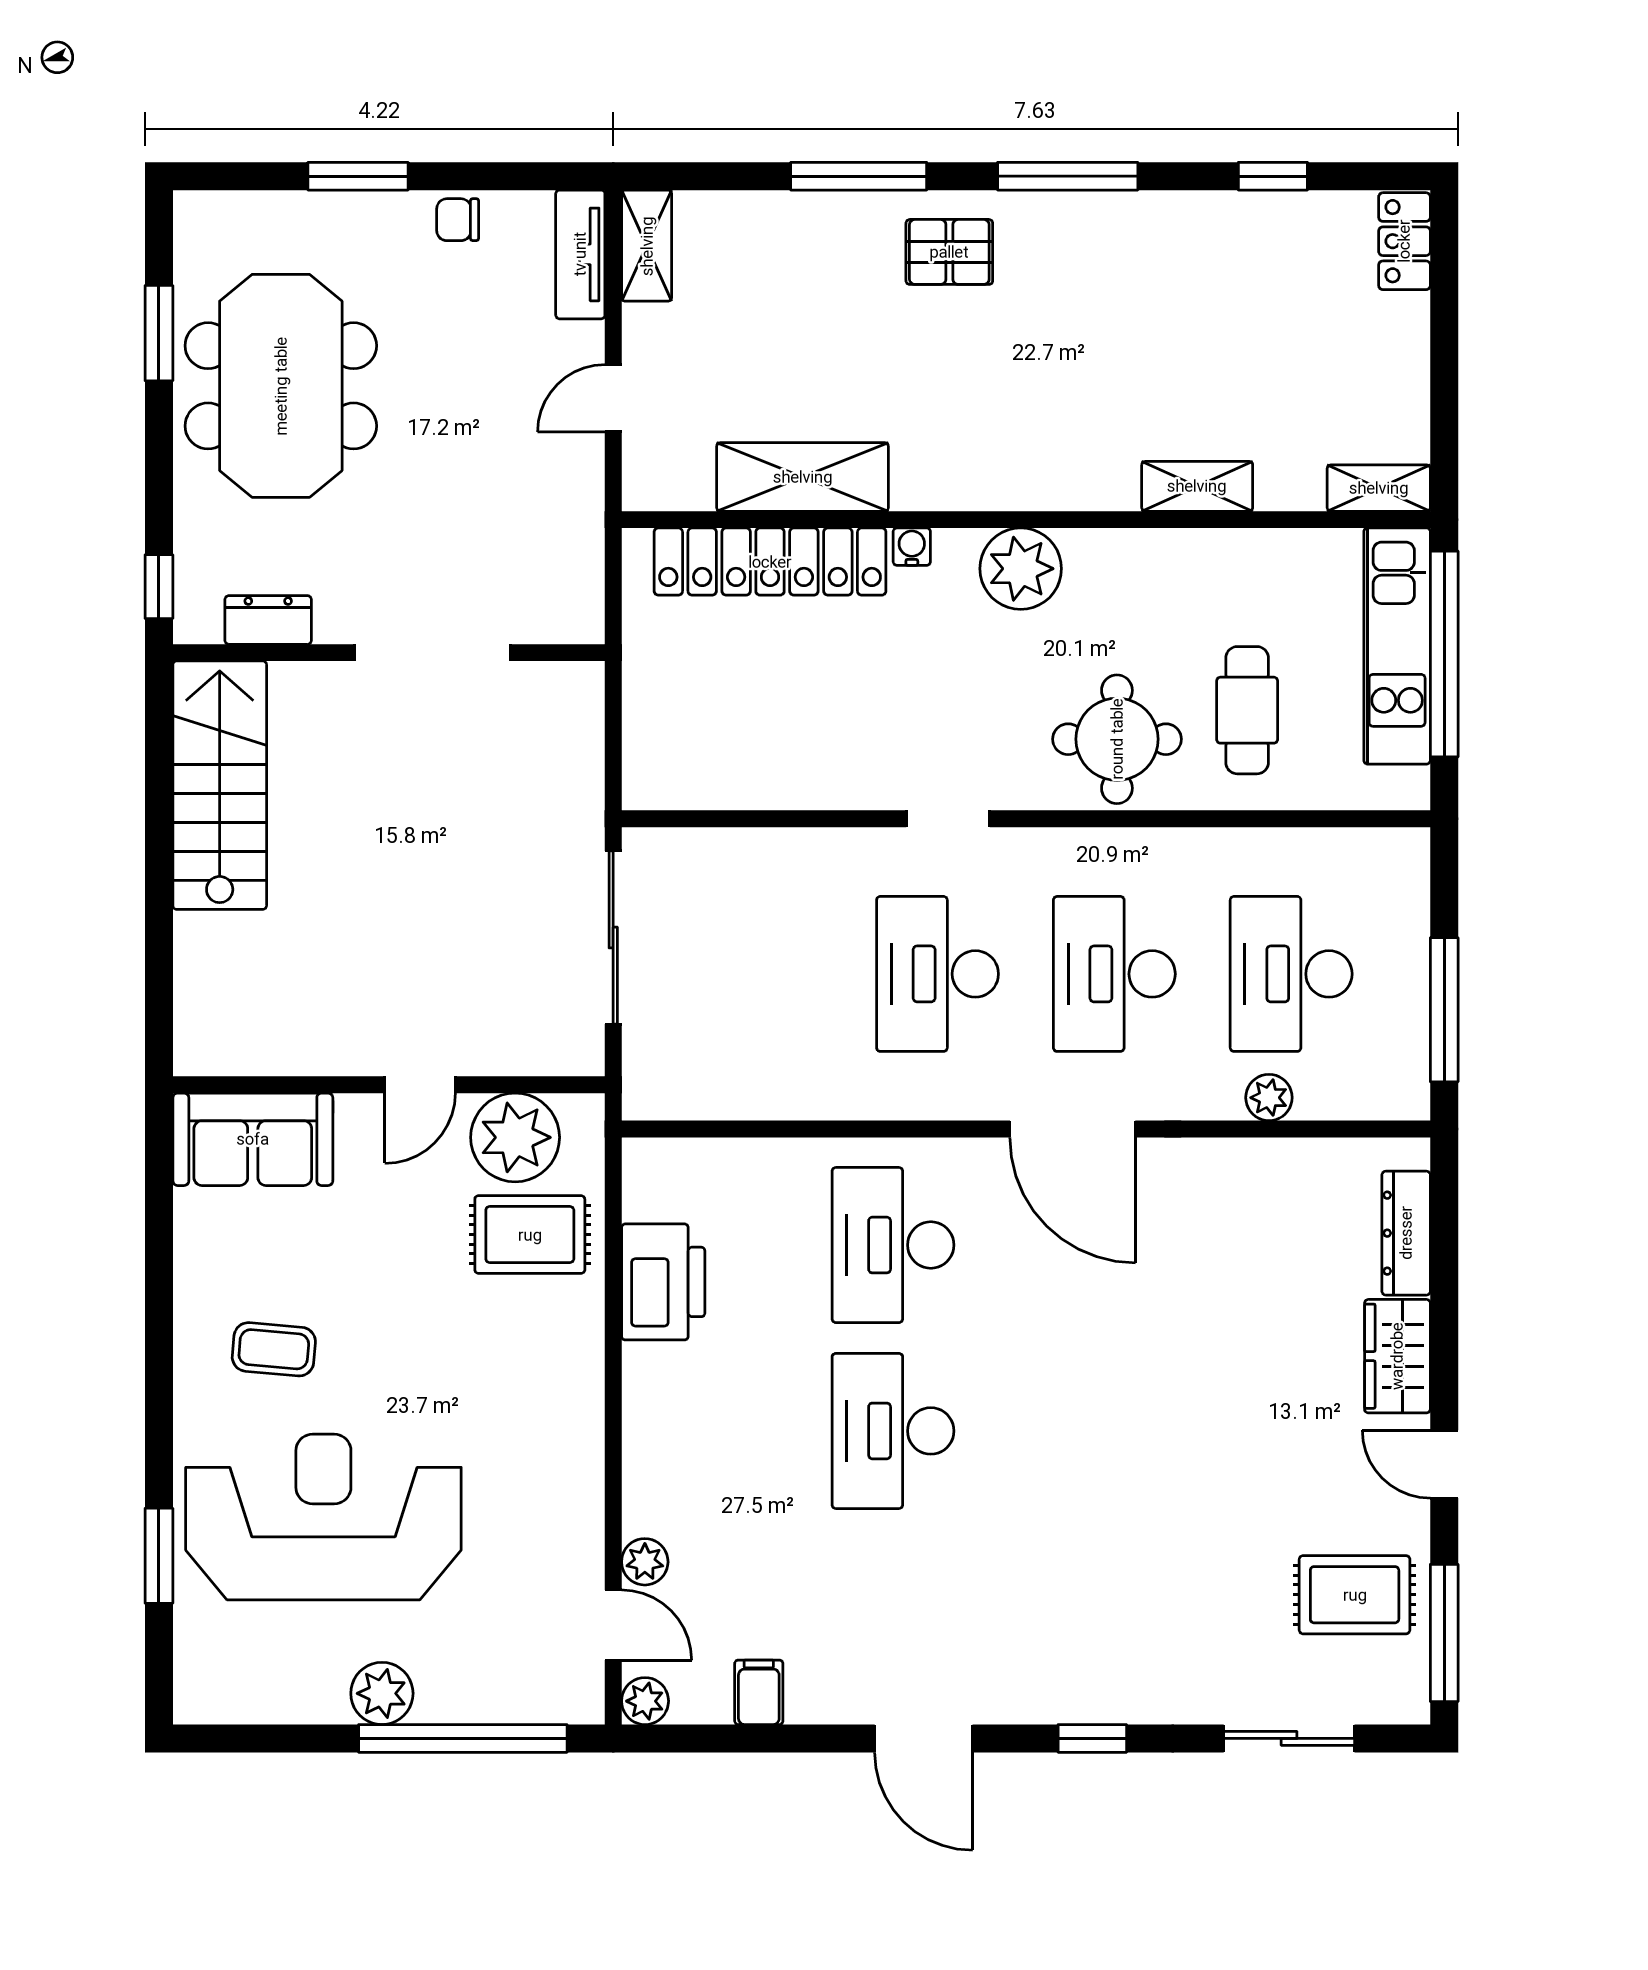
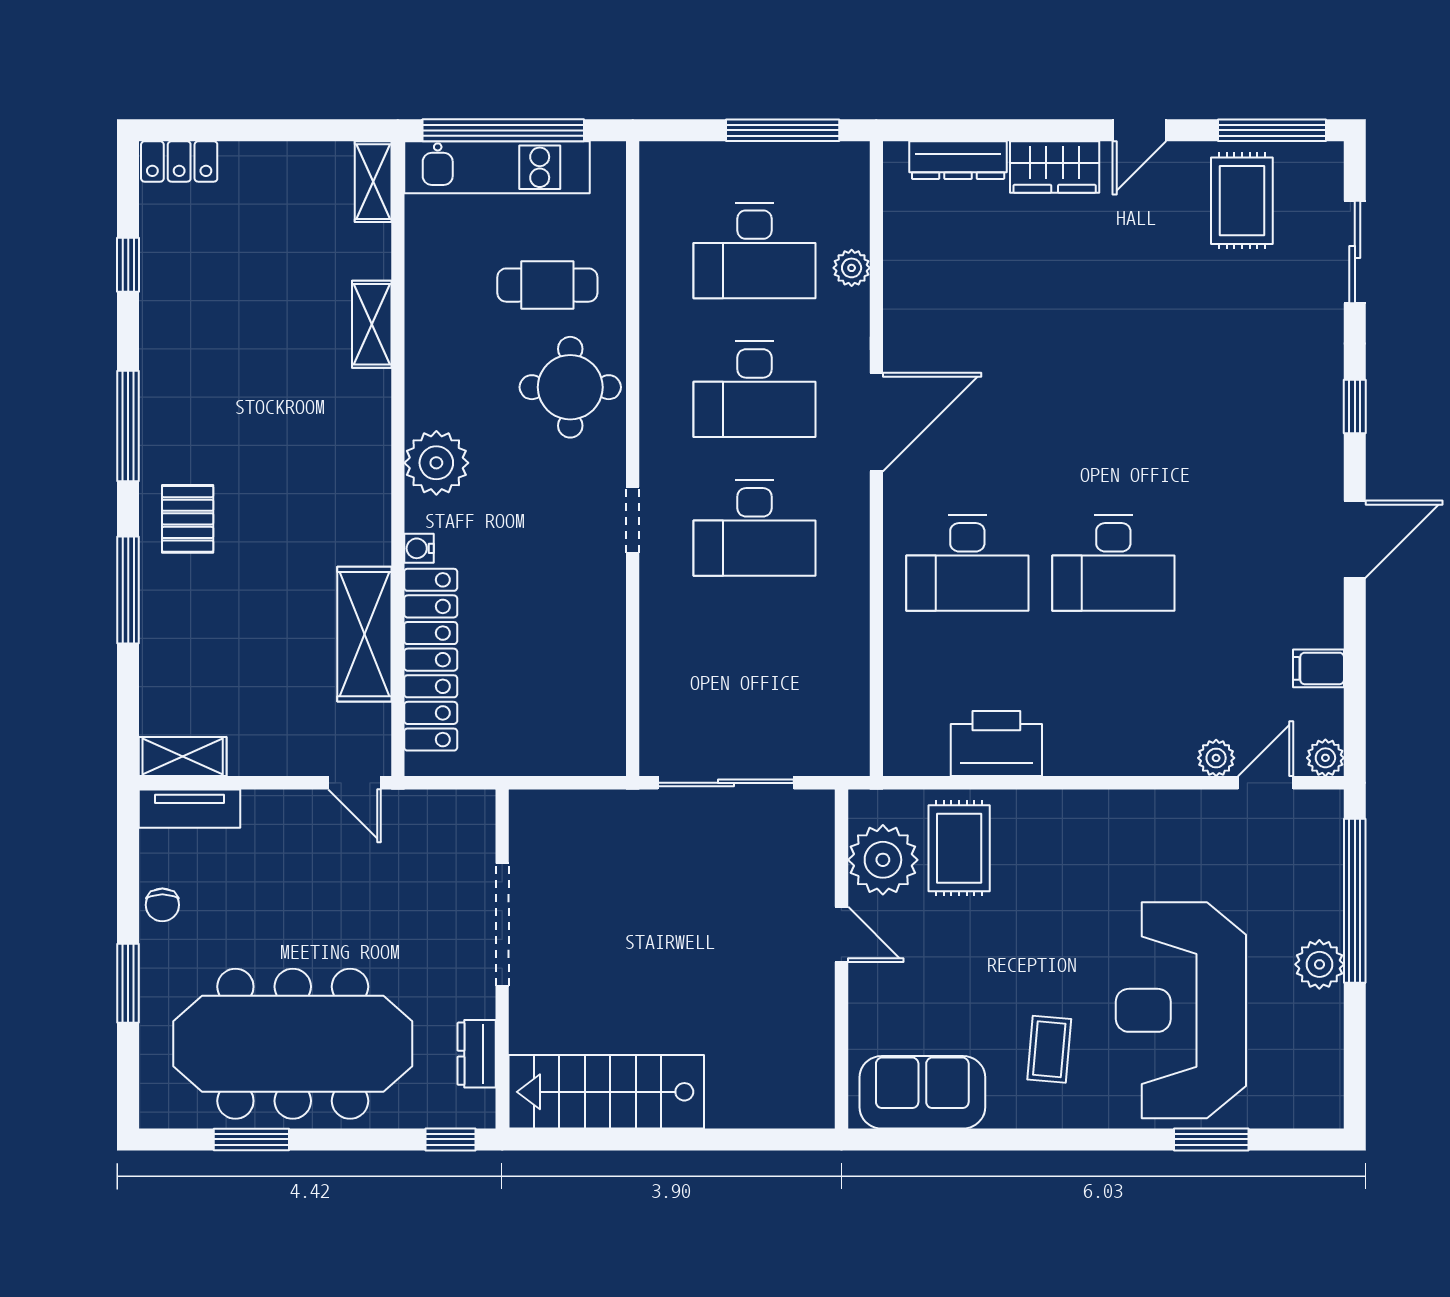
meeting table: (281, 386) -> (293, 1044), width x1.36
door: (613, 398) -> (355, 783), moved
sofa: (253, 1139) -> (922, 1092), moved, turned -90

